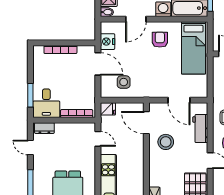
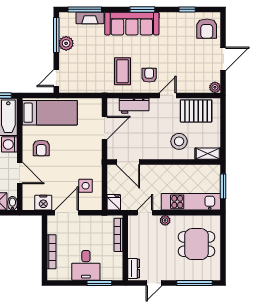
armchair: (160, 40) -> (41, 148), turned -90
desk: (46, 103) -> (86, 265), moved, turned 90
door: (146, 123) -> (128, 162), hinge flipped
stool: (166, 142) -> (179, 141), moved
plant: (90, 158) -> (165, 220), added

